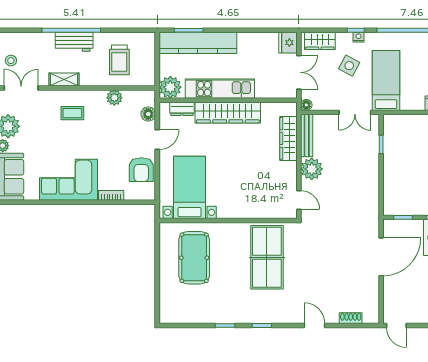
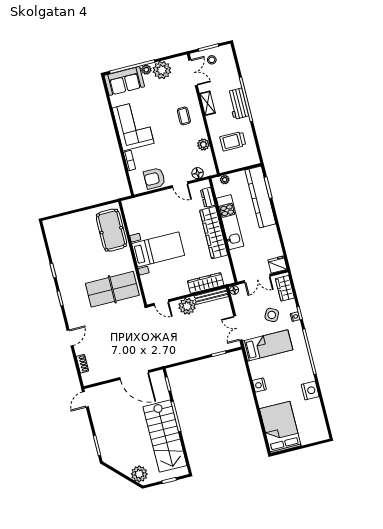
plant: (170, 87) -> (225, 180), width x0.53, depth x0.53
bed with nightstands: (190, 187) -> (158, 249), moved
door: (299, 200) -> (161, 302), hinge flipped
pool table: (194, 258) -> (111, 230), moved, turned 90

